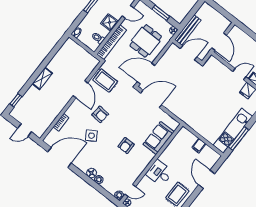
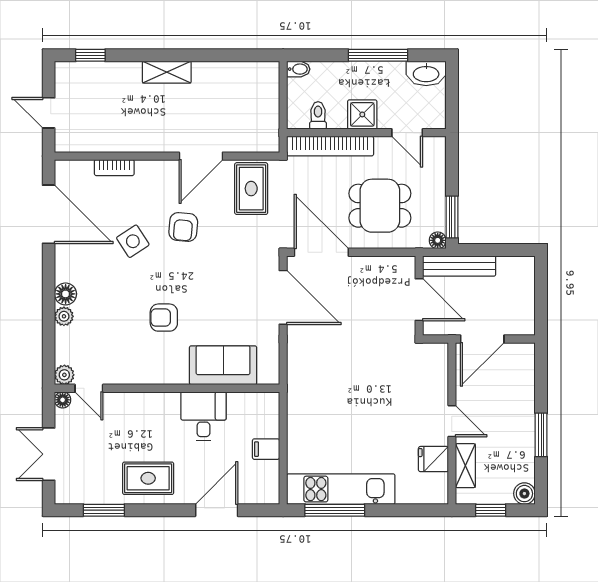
window: (161, 13) -> (452, 217), moved
desk: (159, 173) -> (203, 416), moved

